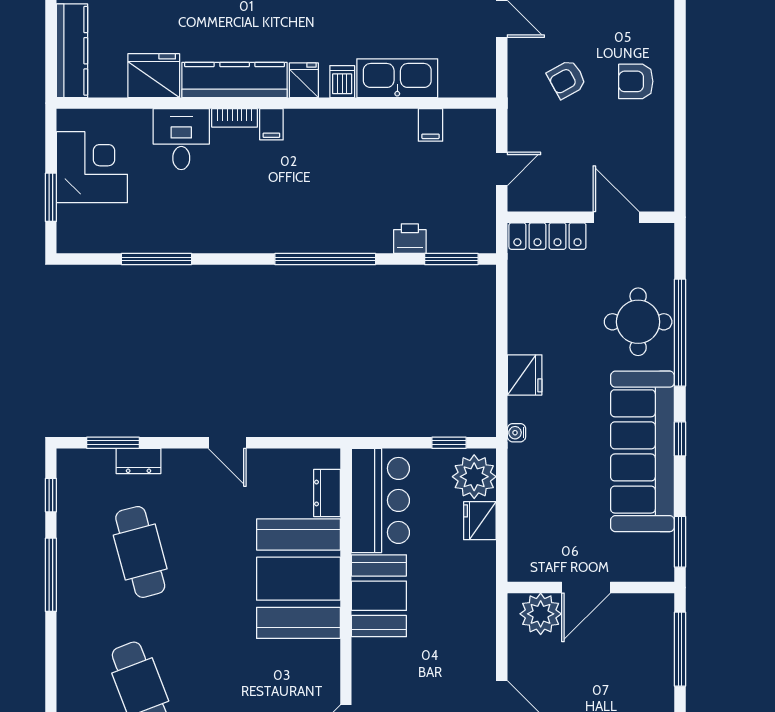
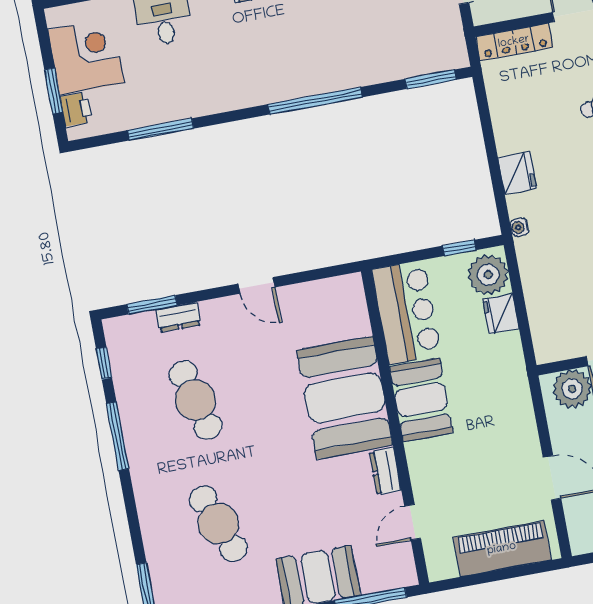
printer: (410, 239) -> (76, 109), moved, turned 90
dresser: (327, 493) -> (385, 471), moved

